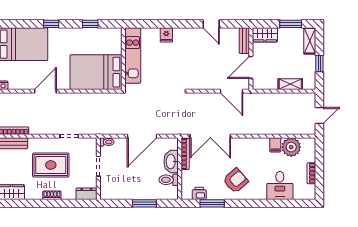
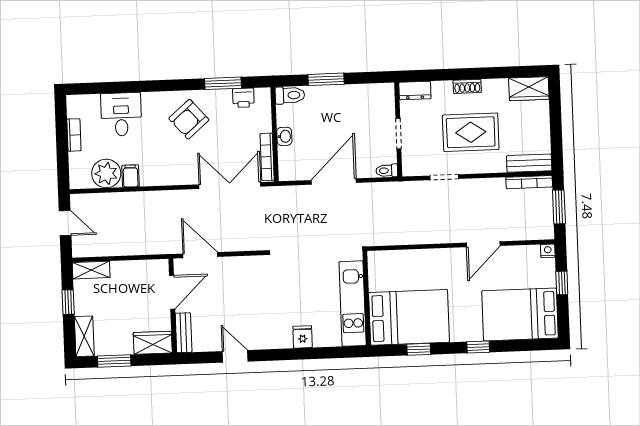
bed: (96, 72) -> (409, 317), moved
shelving: (290, 84) -> (91, 270), moved
door: (319, 116) -> (65, 223), swing flipped
washbasin: (171, 162) -> (284, 136), width x0.52, depth x0.69
toilet: (169, 180) -> (290, 95), moved

